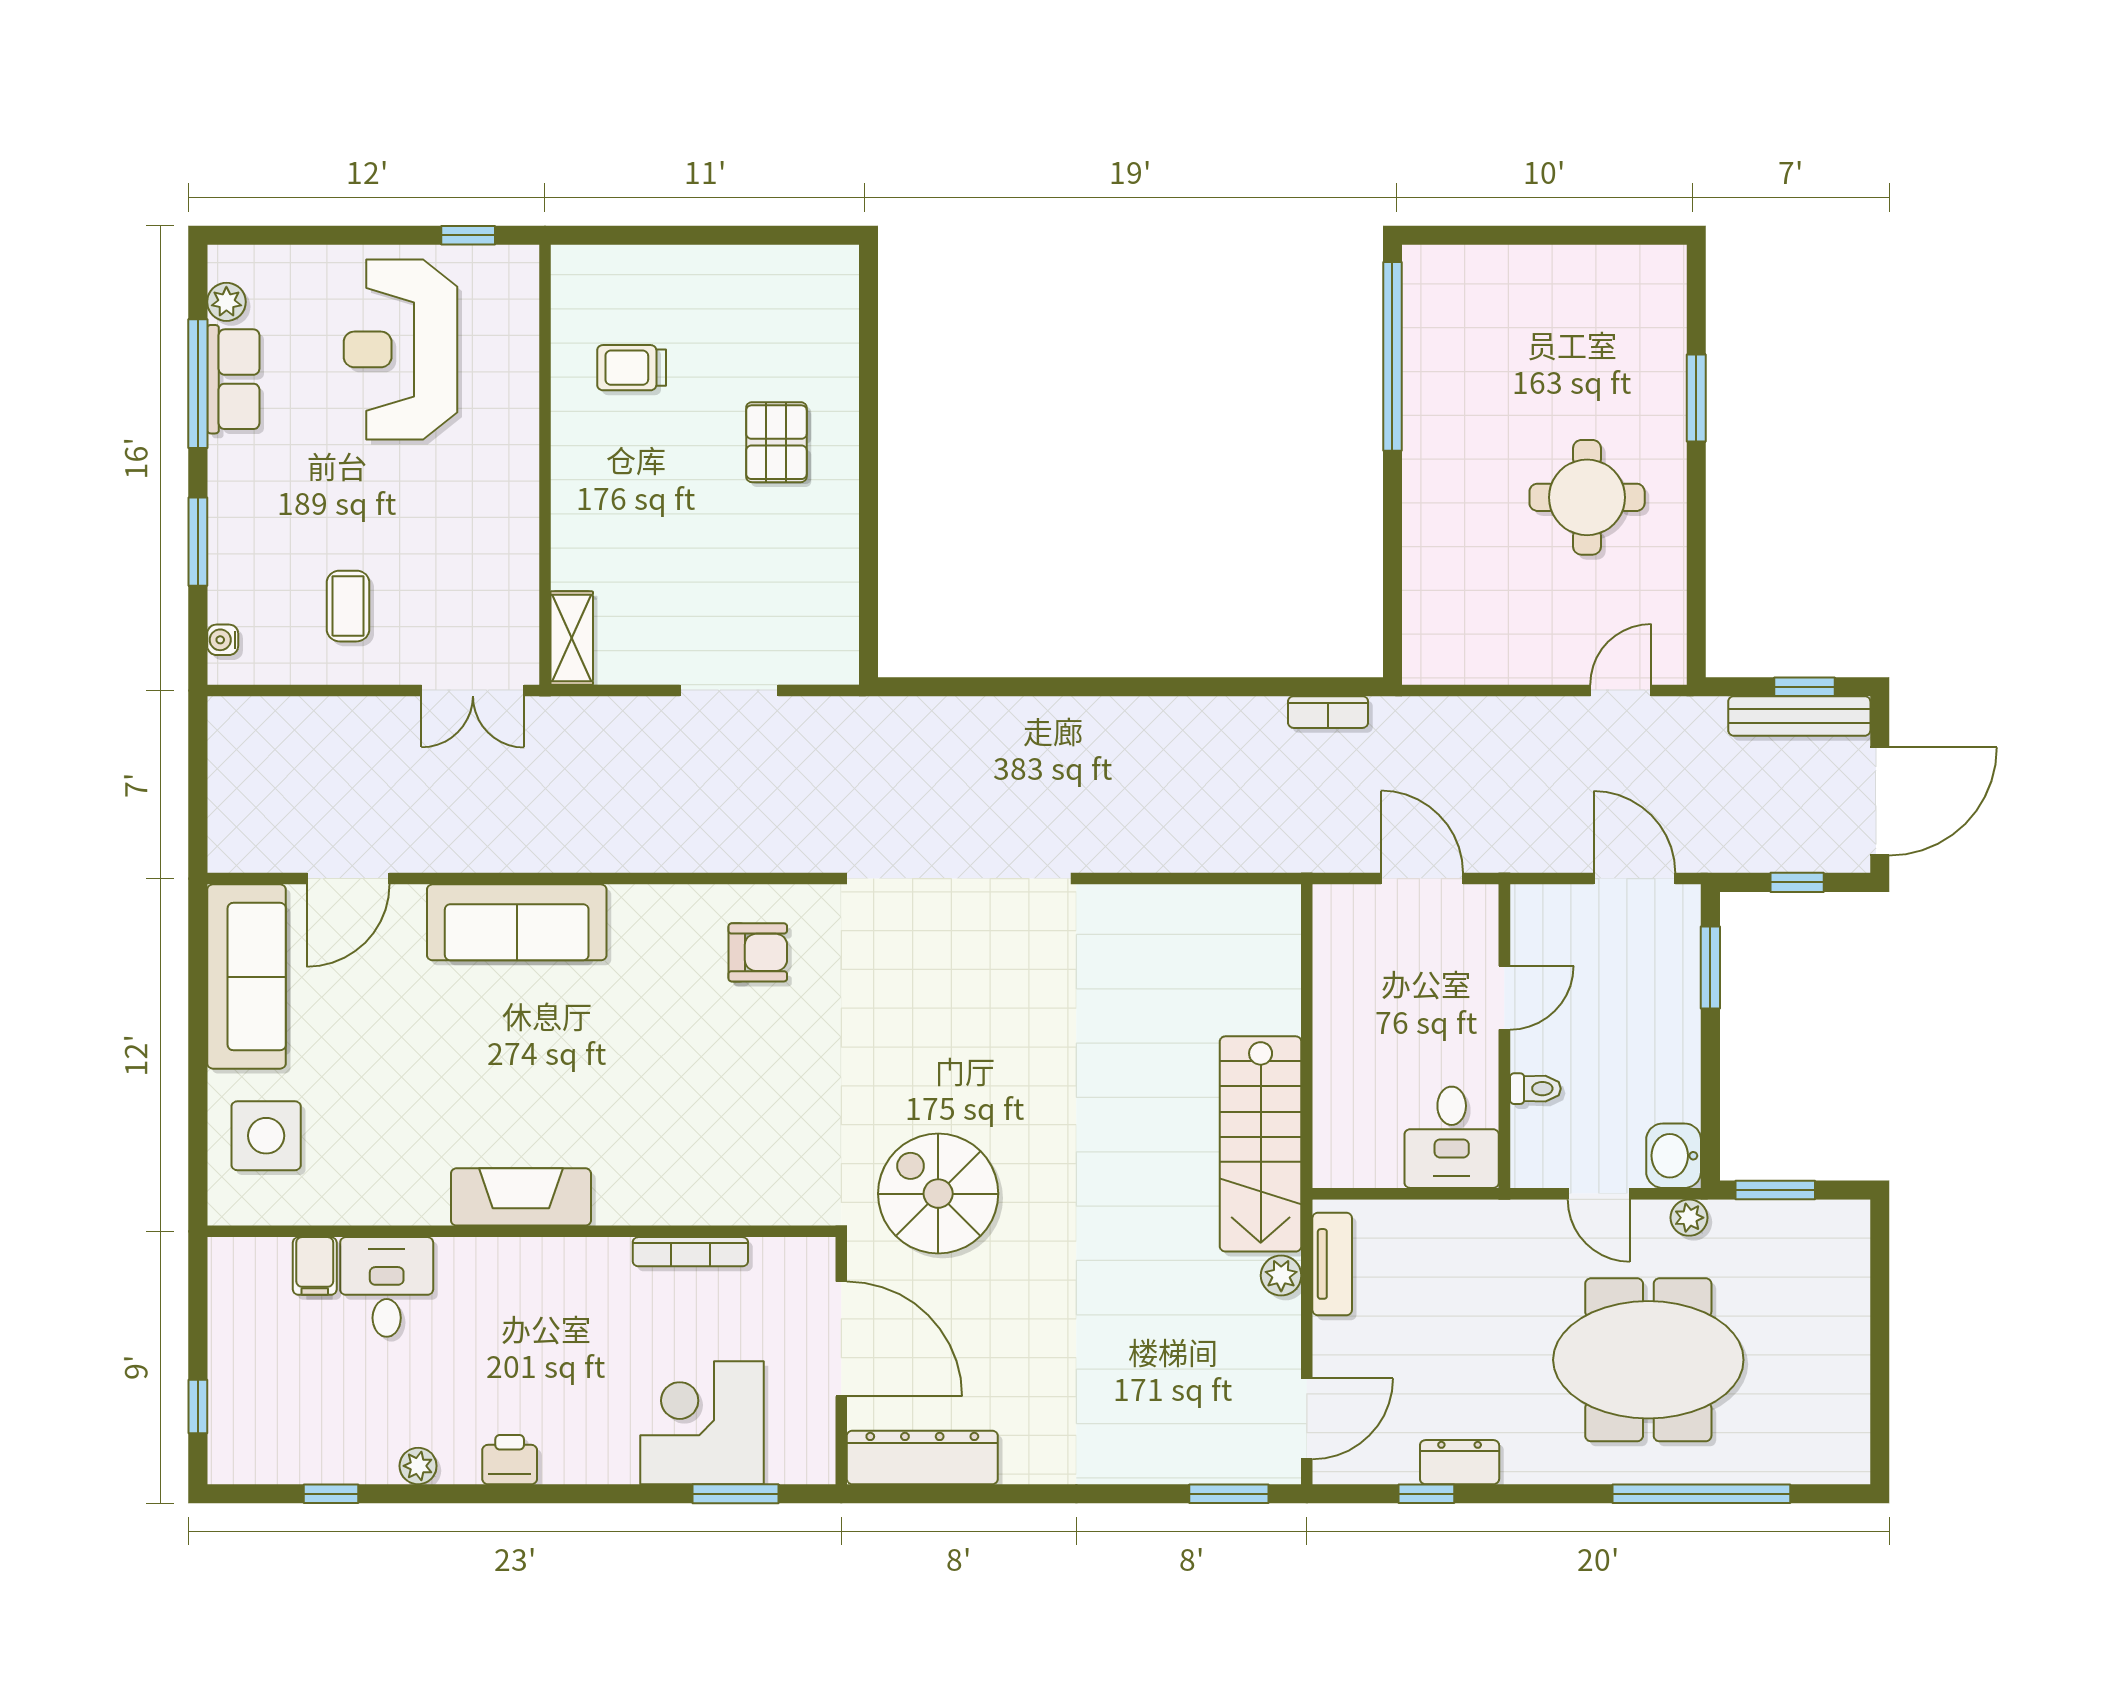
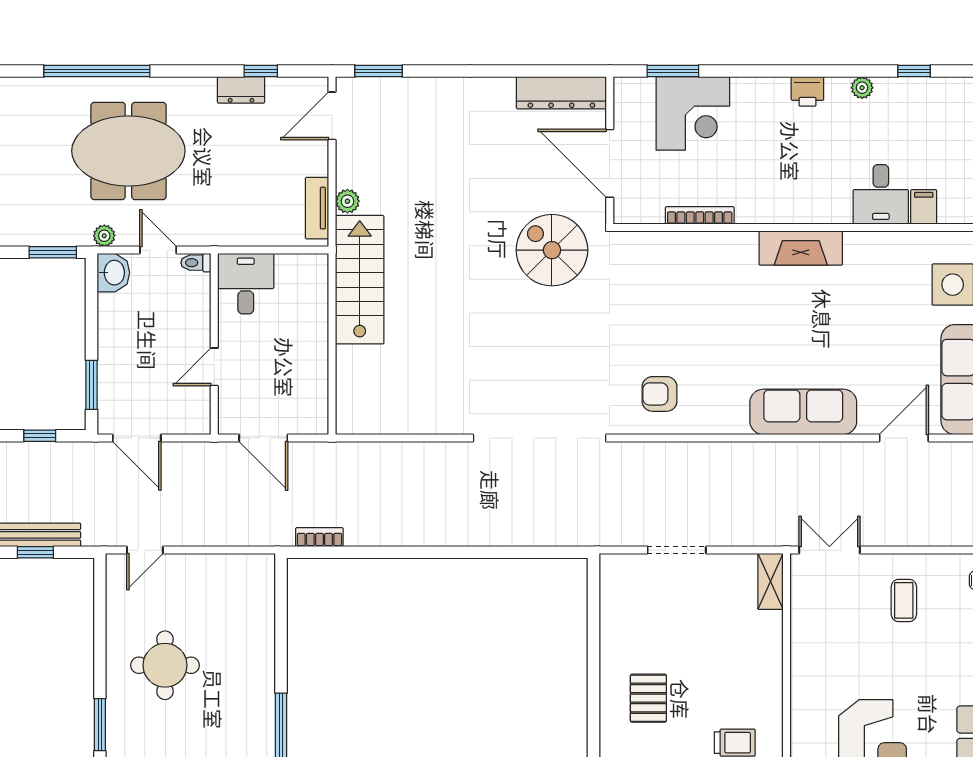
toilet: (1535, 1089) -> (196, 263), moved
spiral stairs: (938, 1194) -> (552, 250), turned 180

